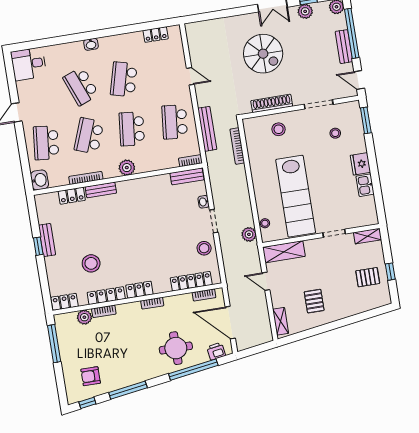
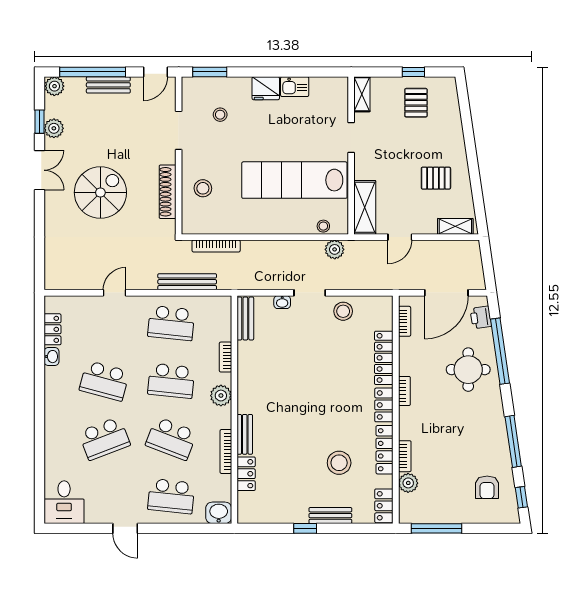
washbasin: (91, 44) -> (52, 357), moved
bookcase: (190, 161) -> (225, 357), moved
lab bench: (296, 196) -> (294, 180), turned 180
bench: (47, 240) -> (330, 516), moved
locker: (191, 281) -> (384, 358), moved

